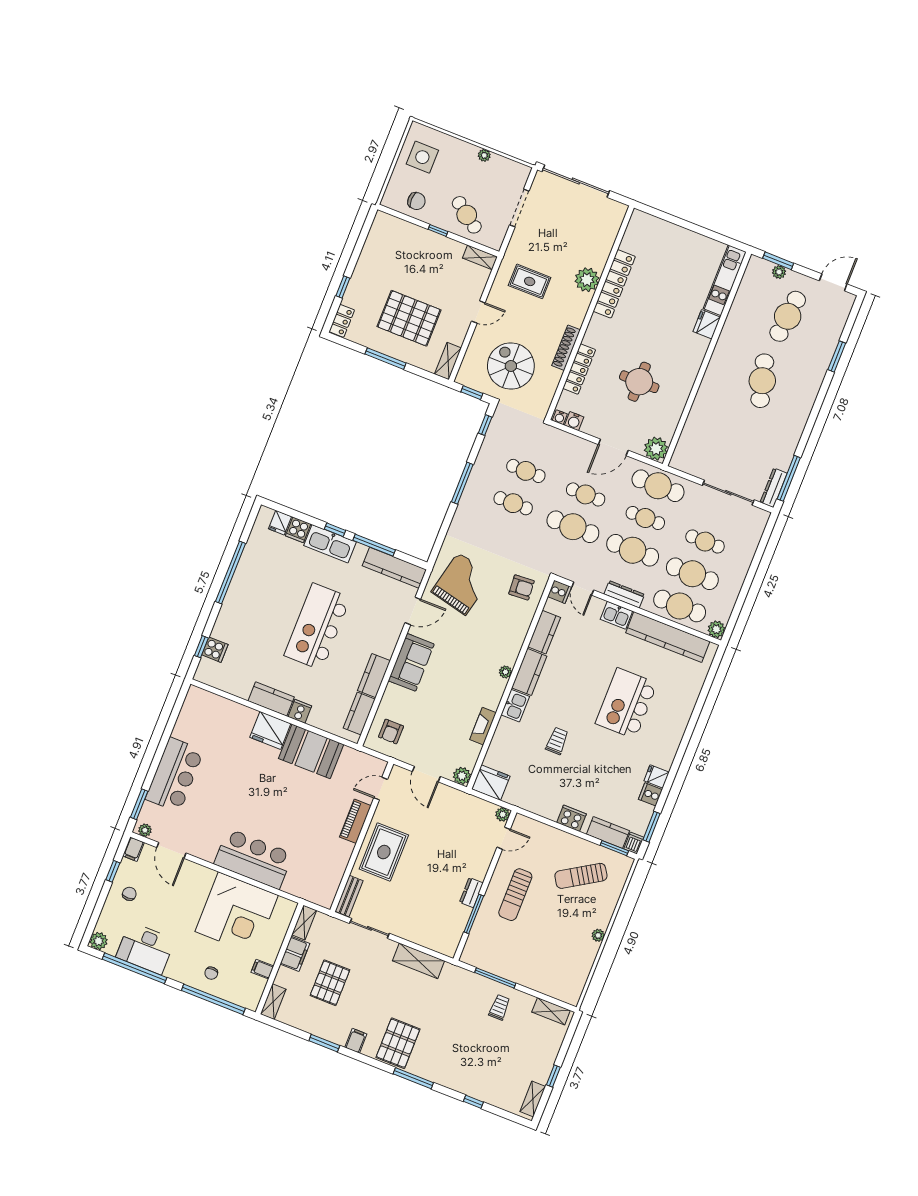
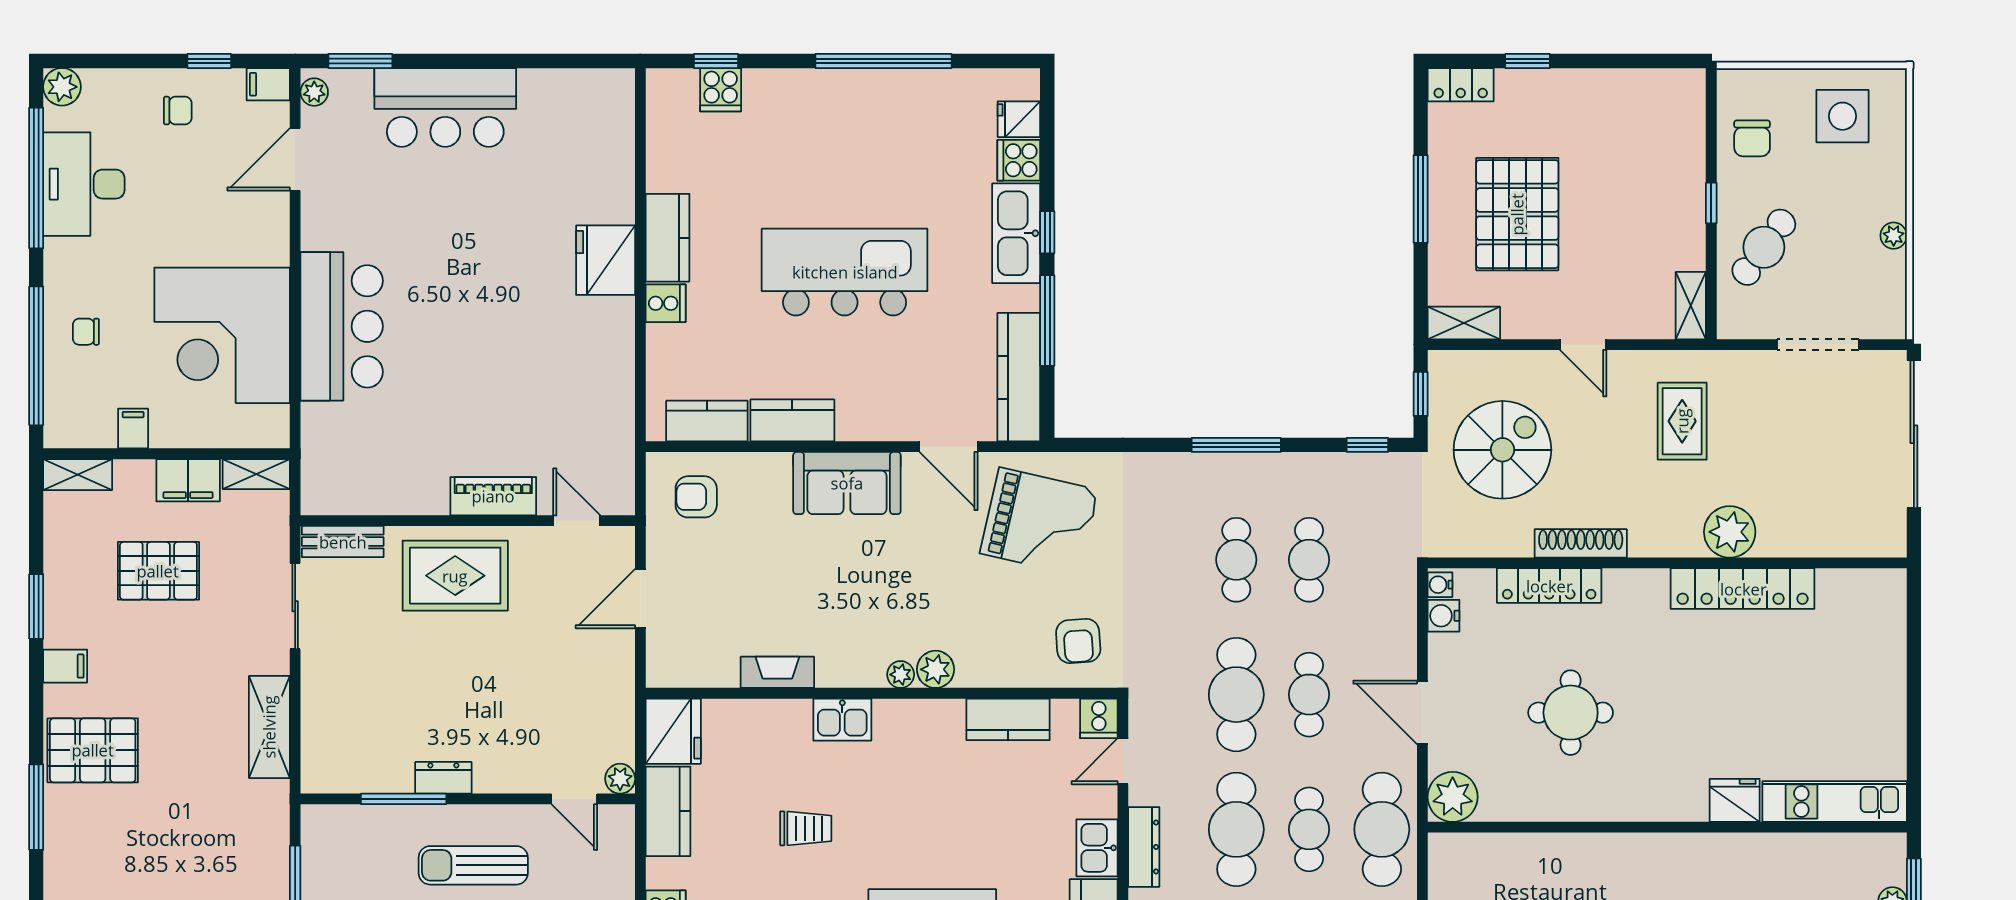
kitchen counter: (529, 672) -> (668, 811), moved, turned -90
booth: (311, 751) -> (596, 356), removed
plant: (462, 776) -> (935, 669), moved

